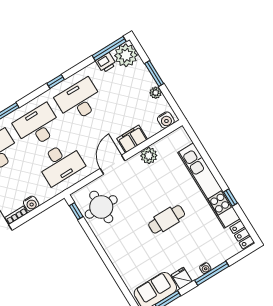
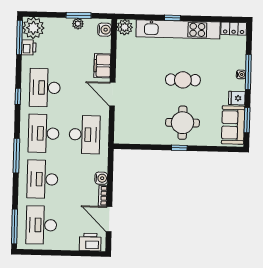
window: (154, 73) -> (79, 15), moved
plant: (149, 156) -> (125, 27), moved
window: (230, 197) -> (172, 18), moved
round table: (101, 207) -> (183, 123), moved
window: (76, 211) -> (179, 148), moved
cafe table: (167, 219) -> (183, 80), turned 90

